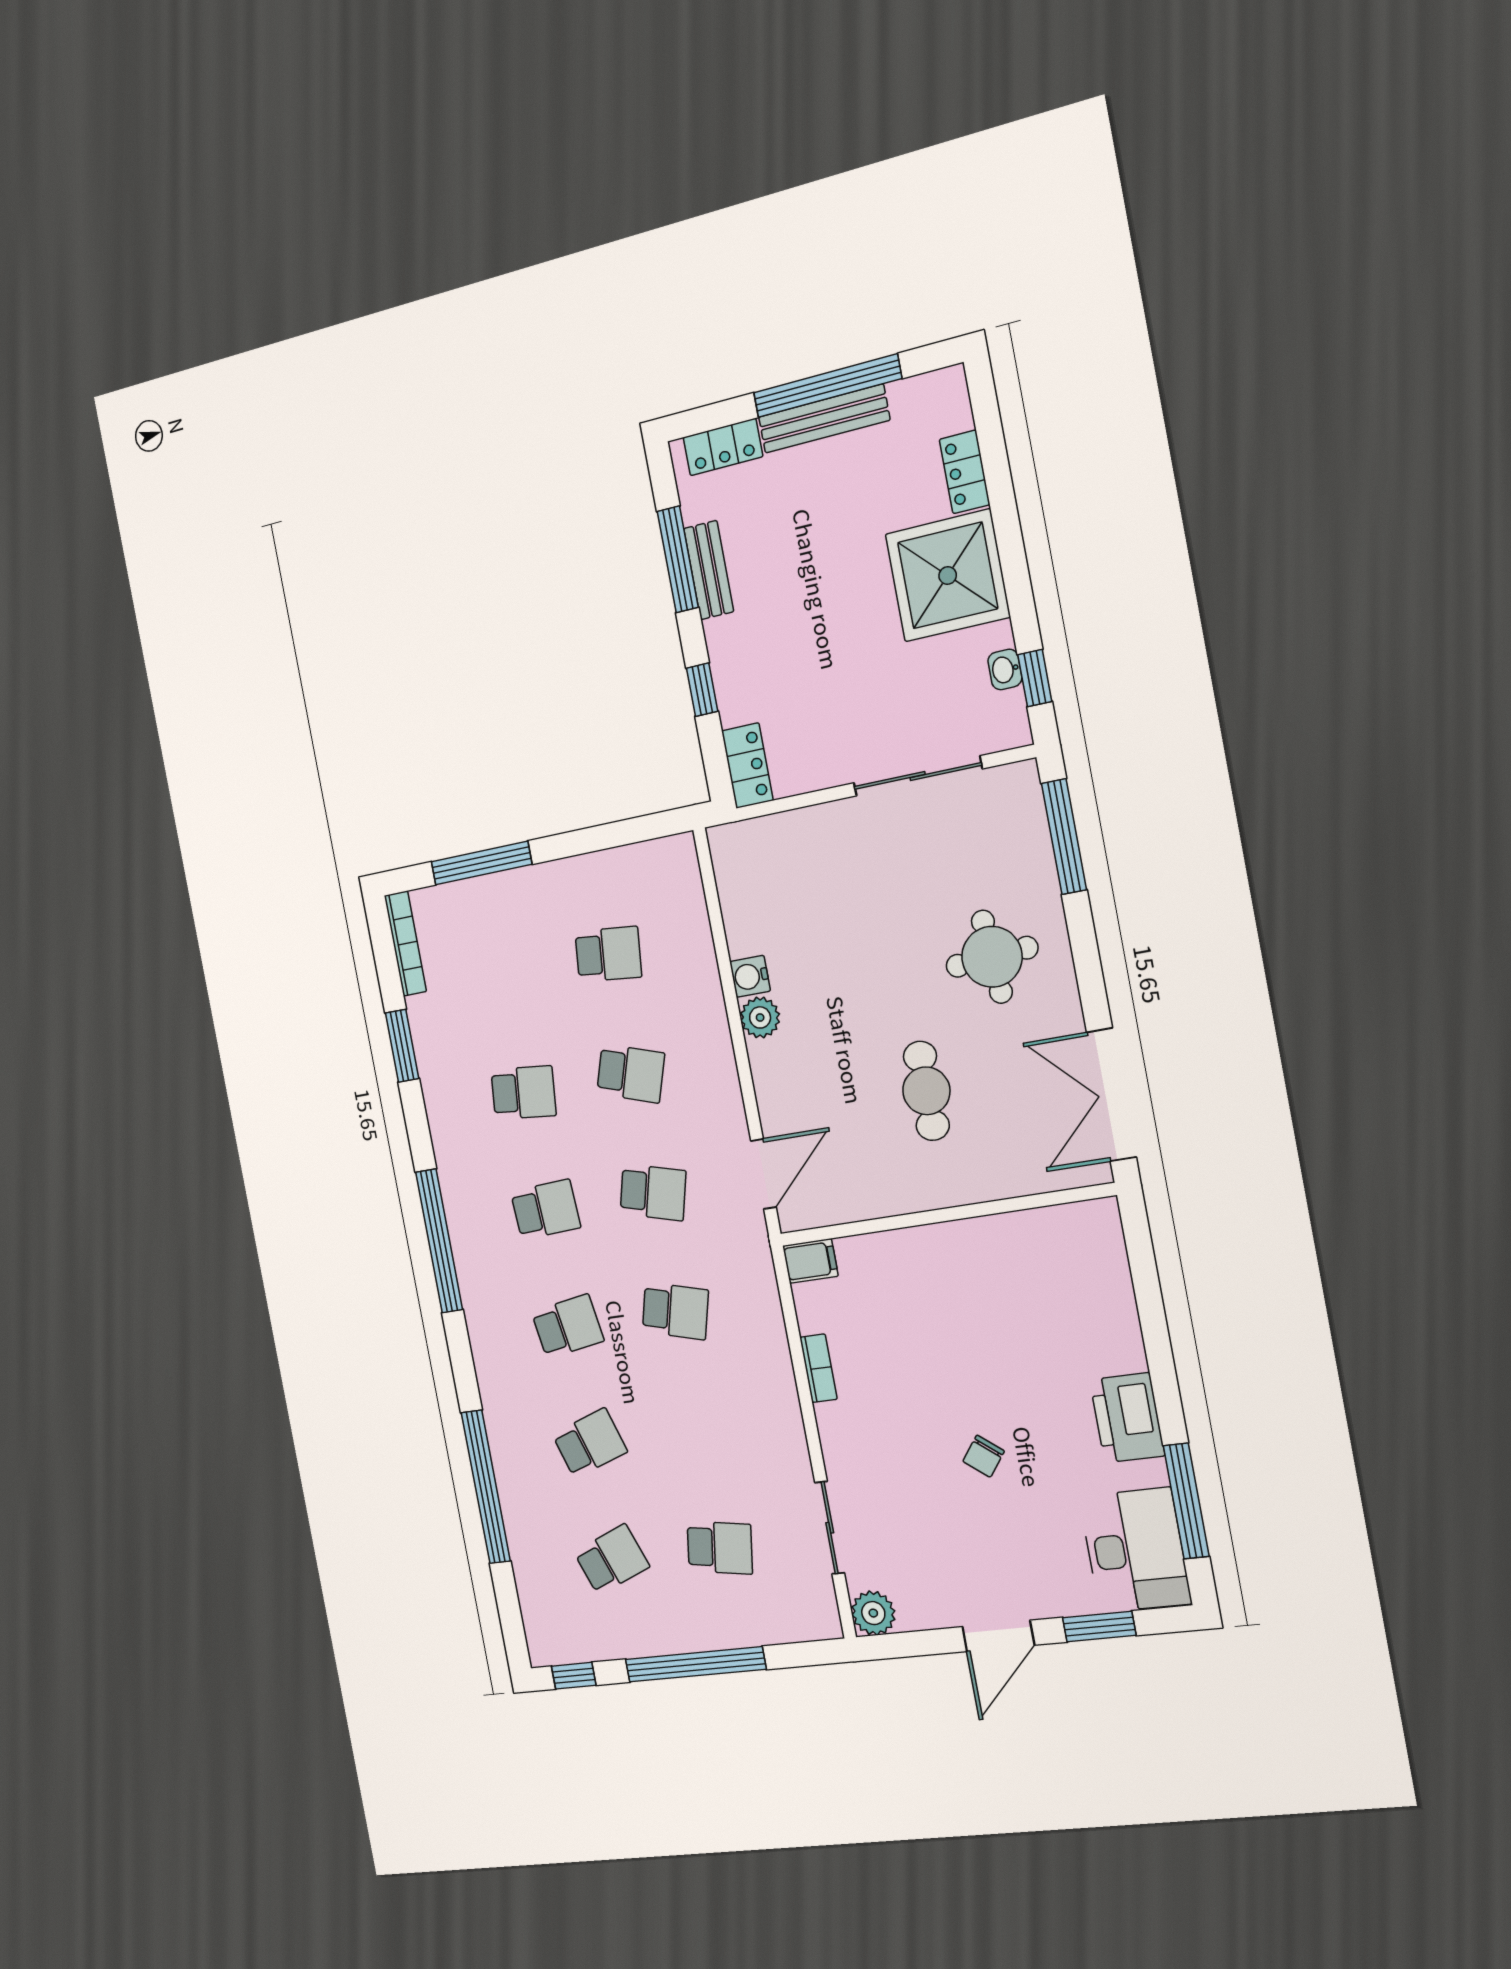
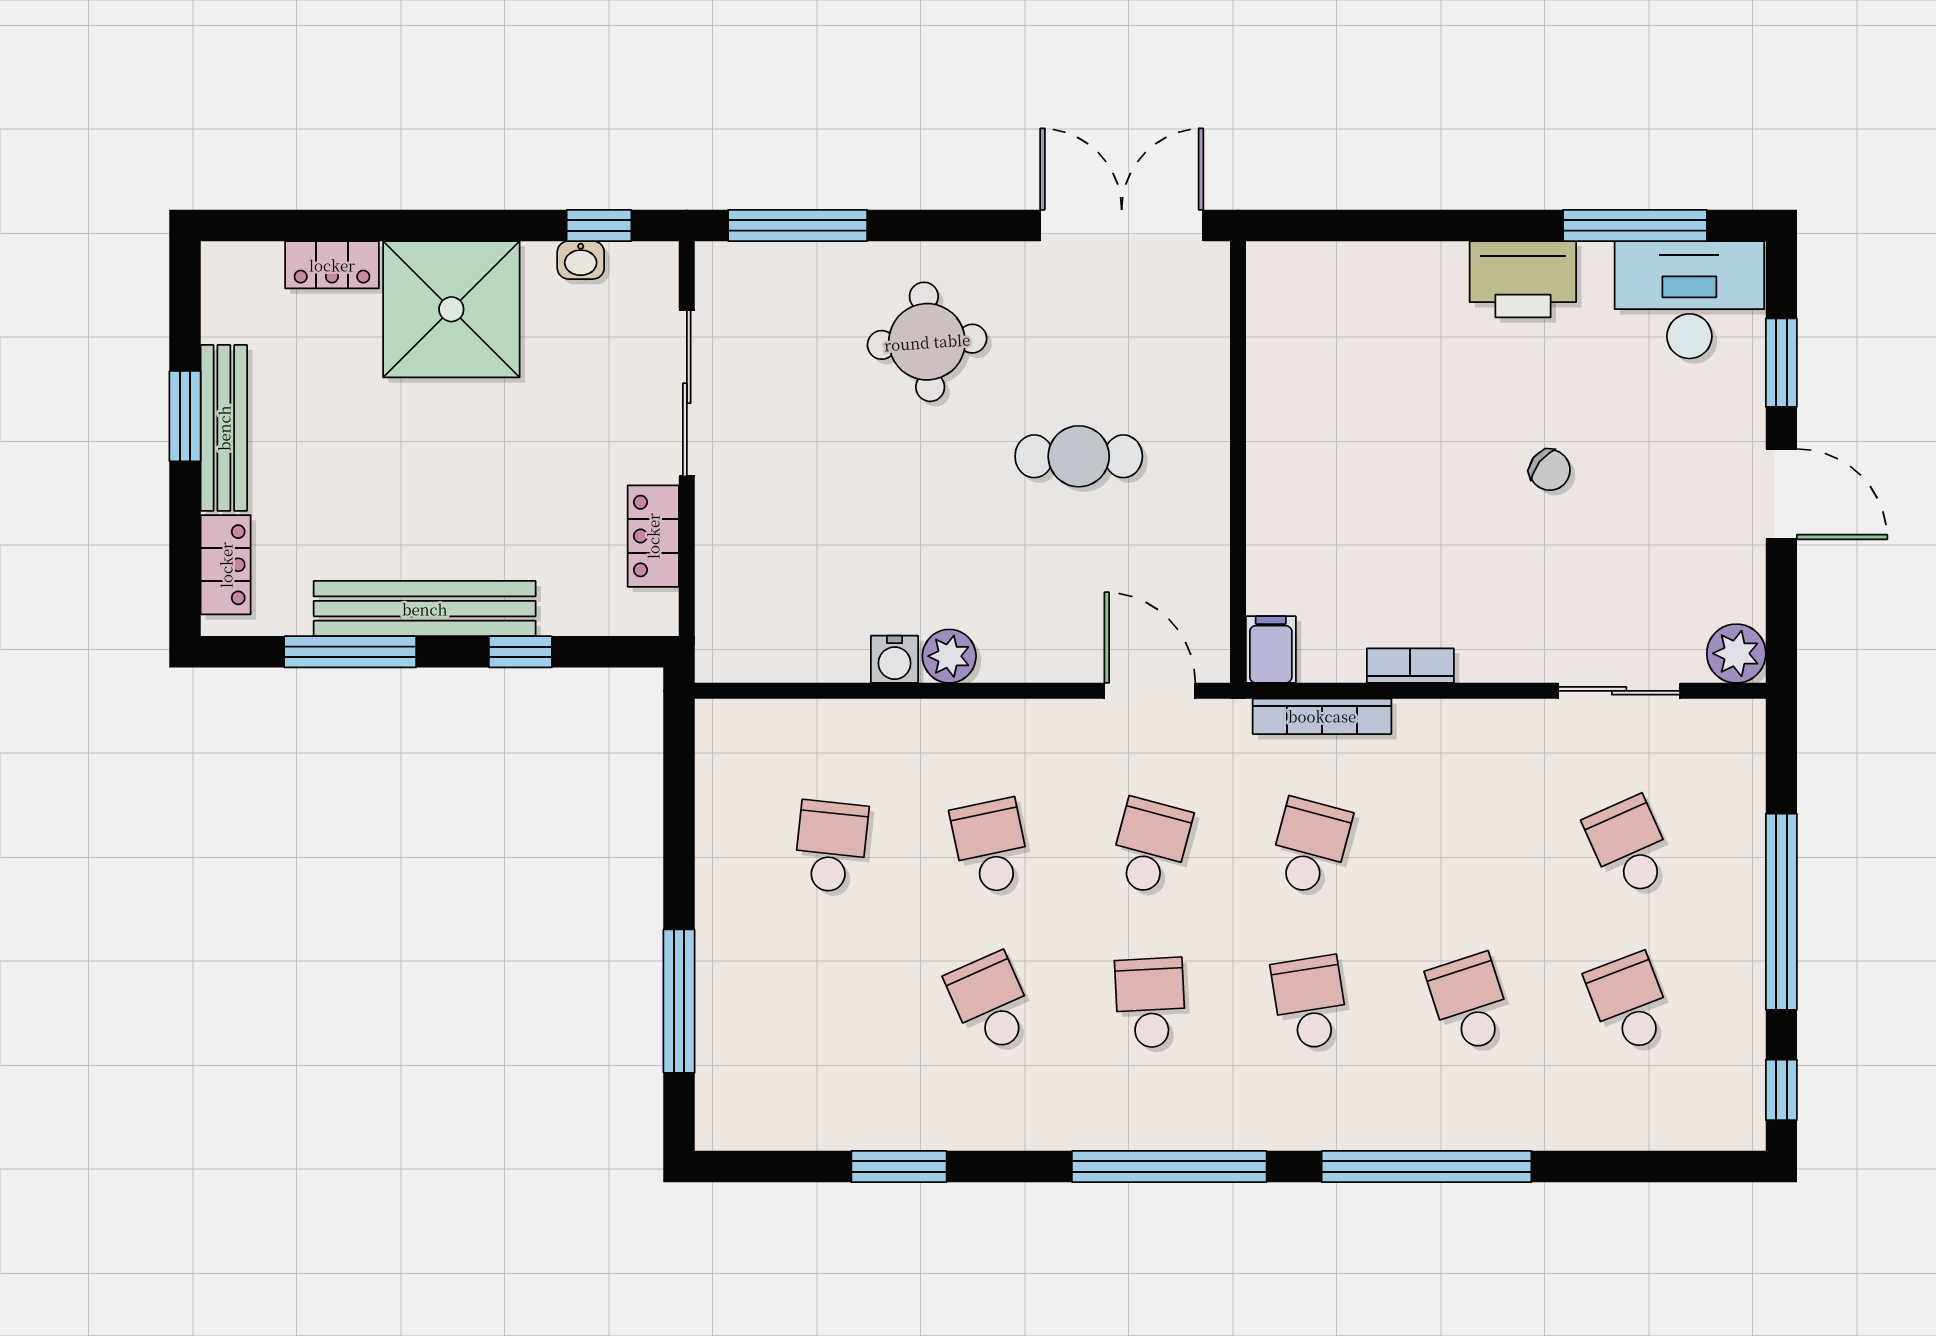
window: (827, 386) -> (185, 416), width x0.47
bench: (709, 570) -> (425, 609), width x1.86, depth x1.21
locker: (747, 766) -> (653, 536), moved, turned -90
bookcase: (405, 944) -> (1322, 716), moved, turned 180
school desk: (631, 1073) -> (991, 847), turned -30
school desk: (523, 1093) -> (991, 1003), turned -30
double door: (1111, 1095) -> (1122, 225), swing flipped
window: (486, 1487) -> (1427, 1167), moved
school desk: (720, 1548) -> (1629, 847), turned -33

